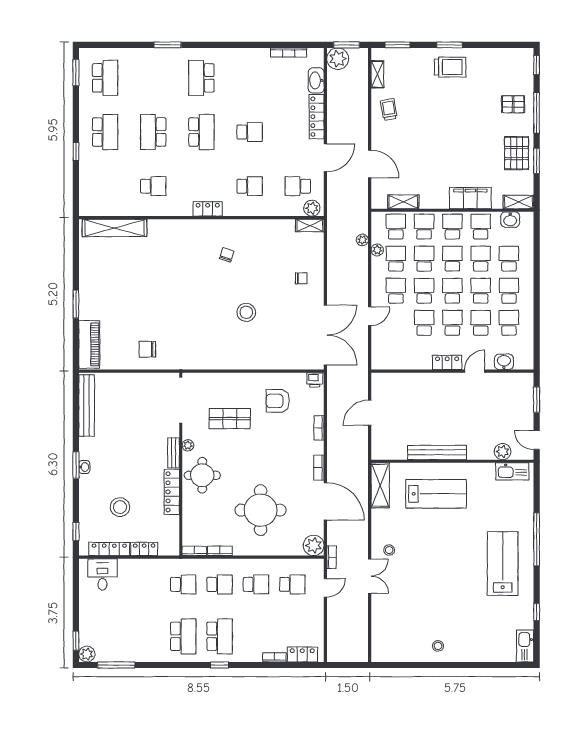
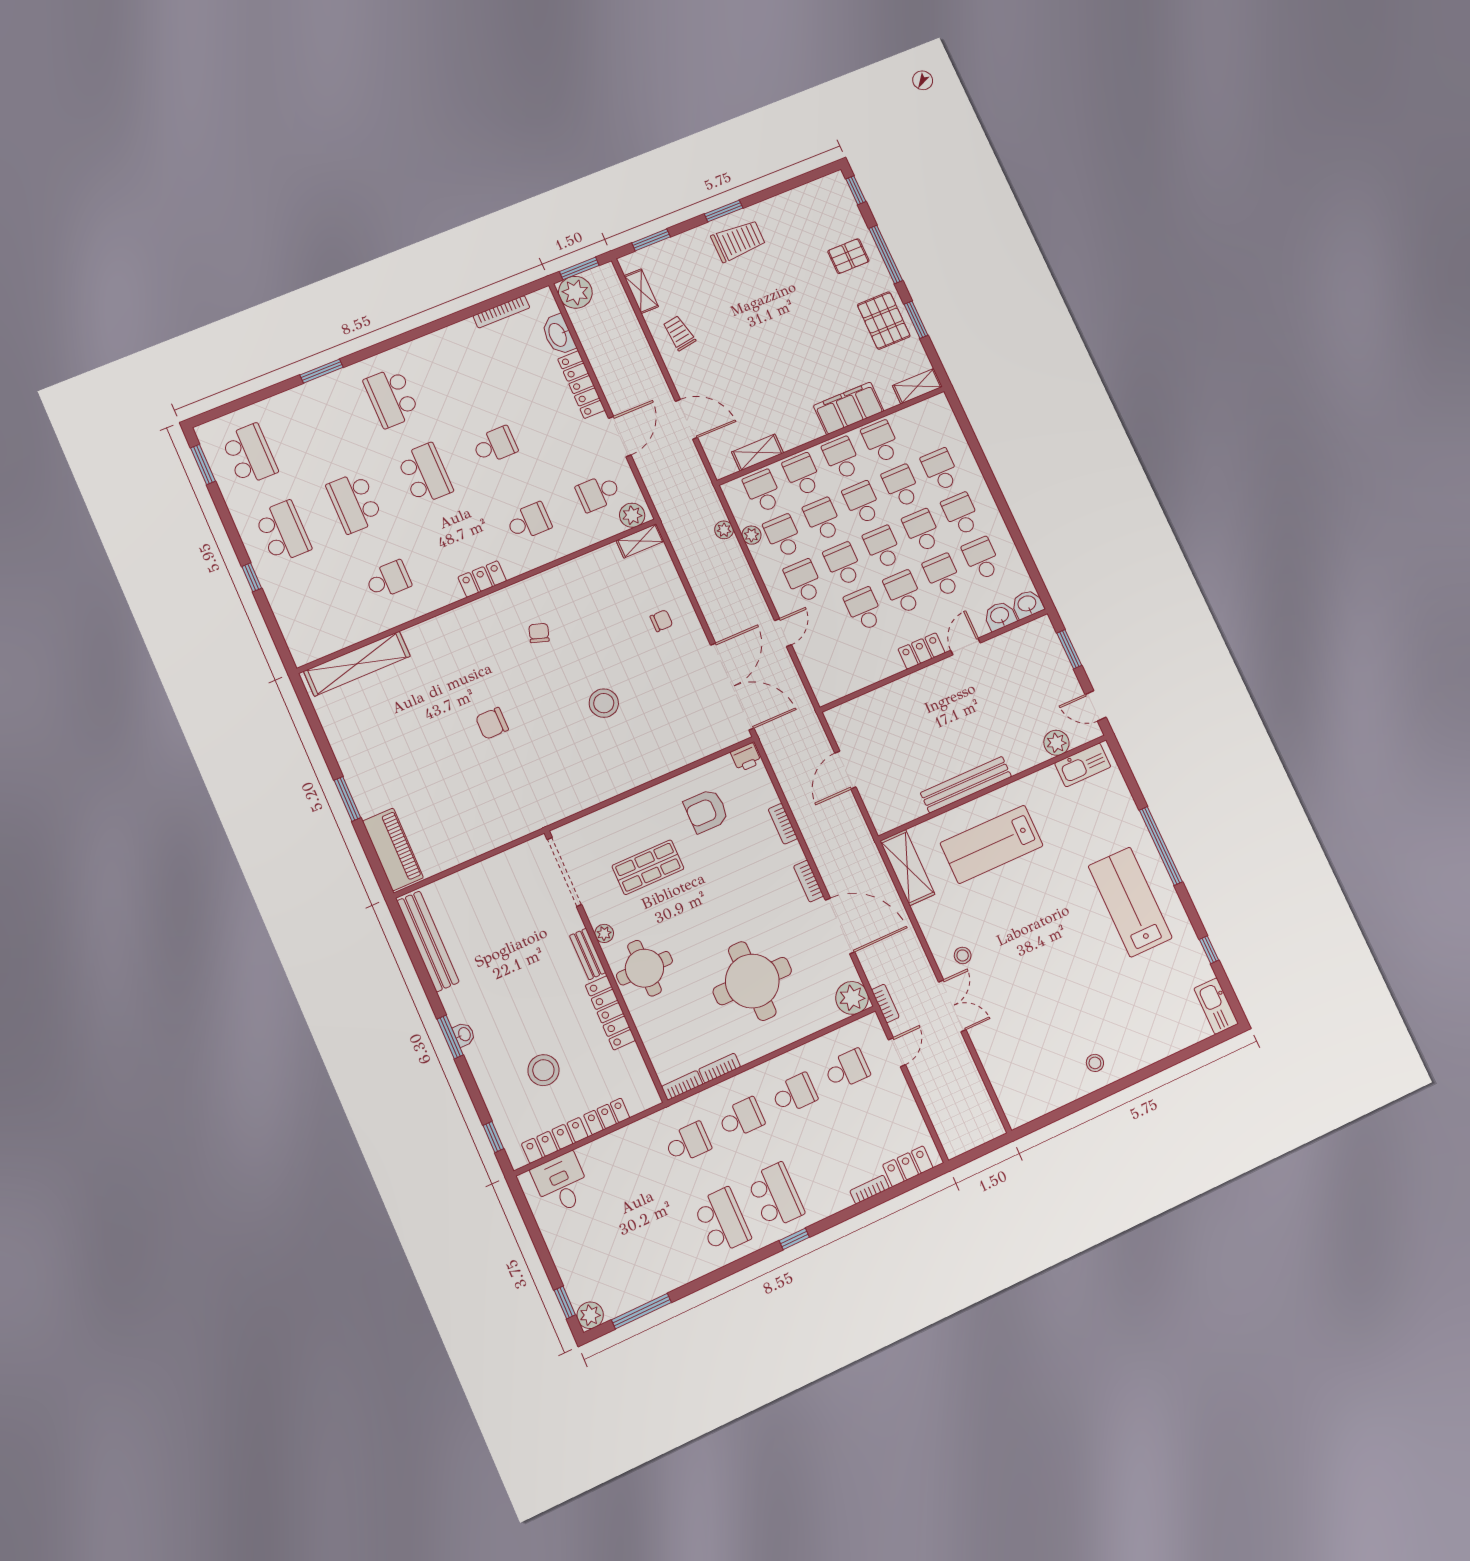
washbasin: (510, 220) -> (1027, 604), moved, turned 180
chair: (147, 349) -> (492, 723), moved
lab bench: (436, 494) -> (992, 844), turned 180

